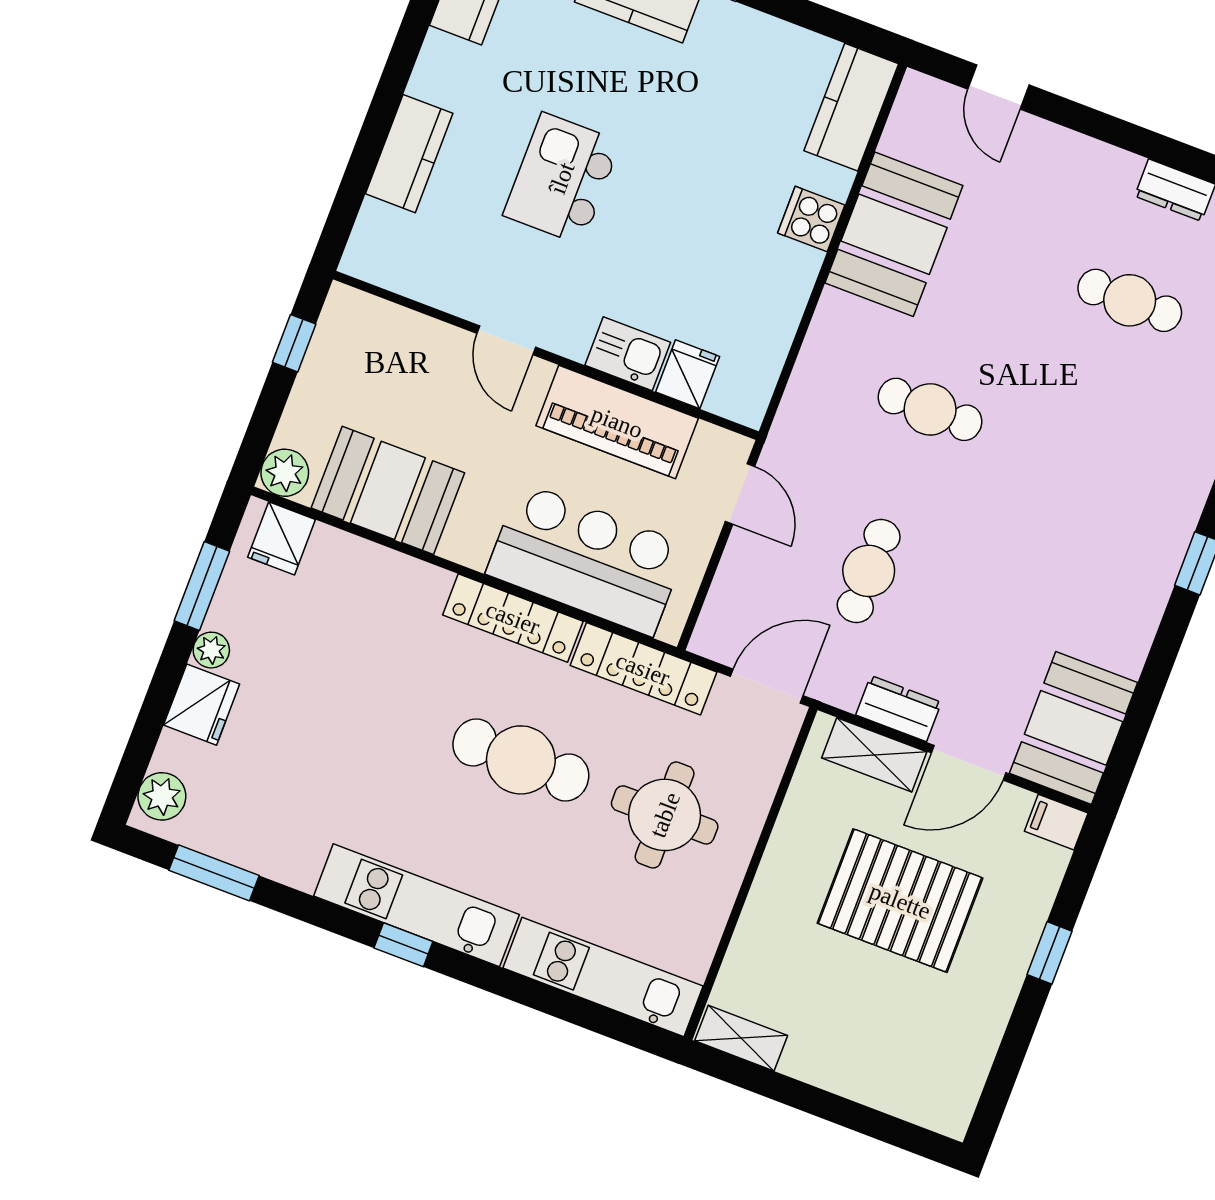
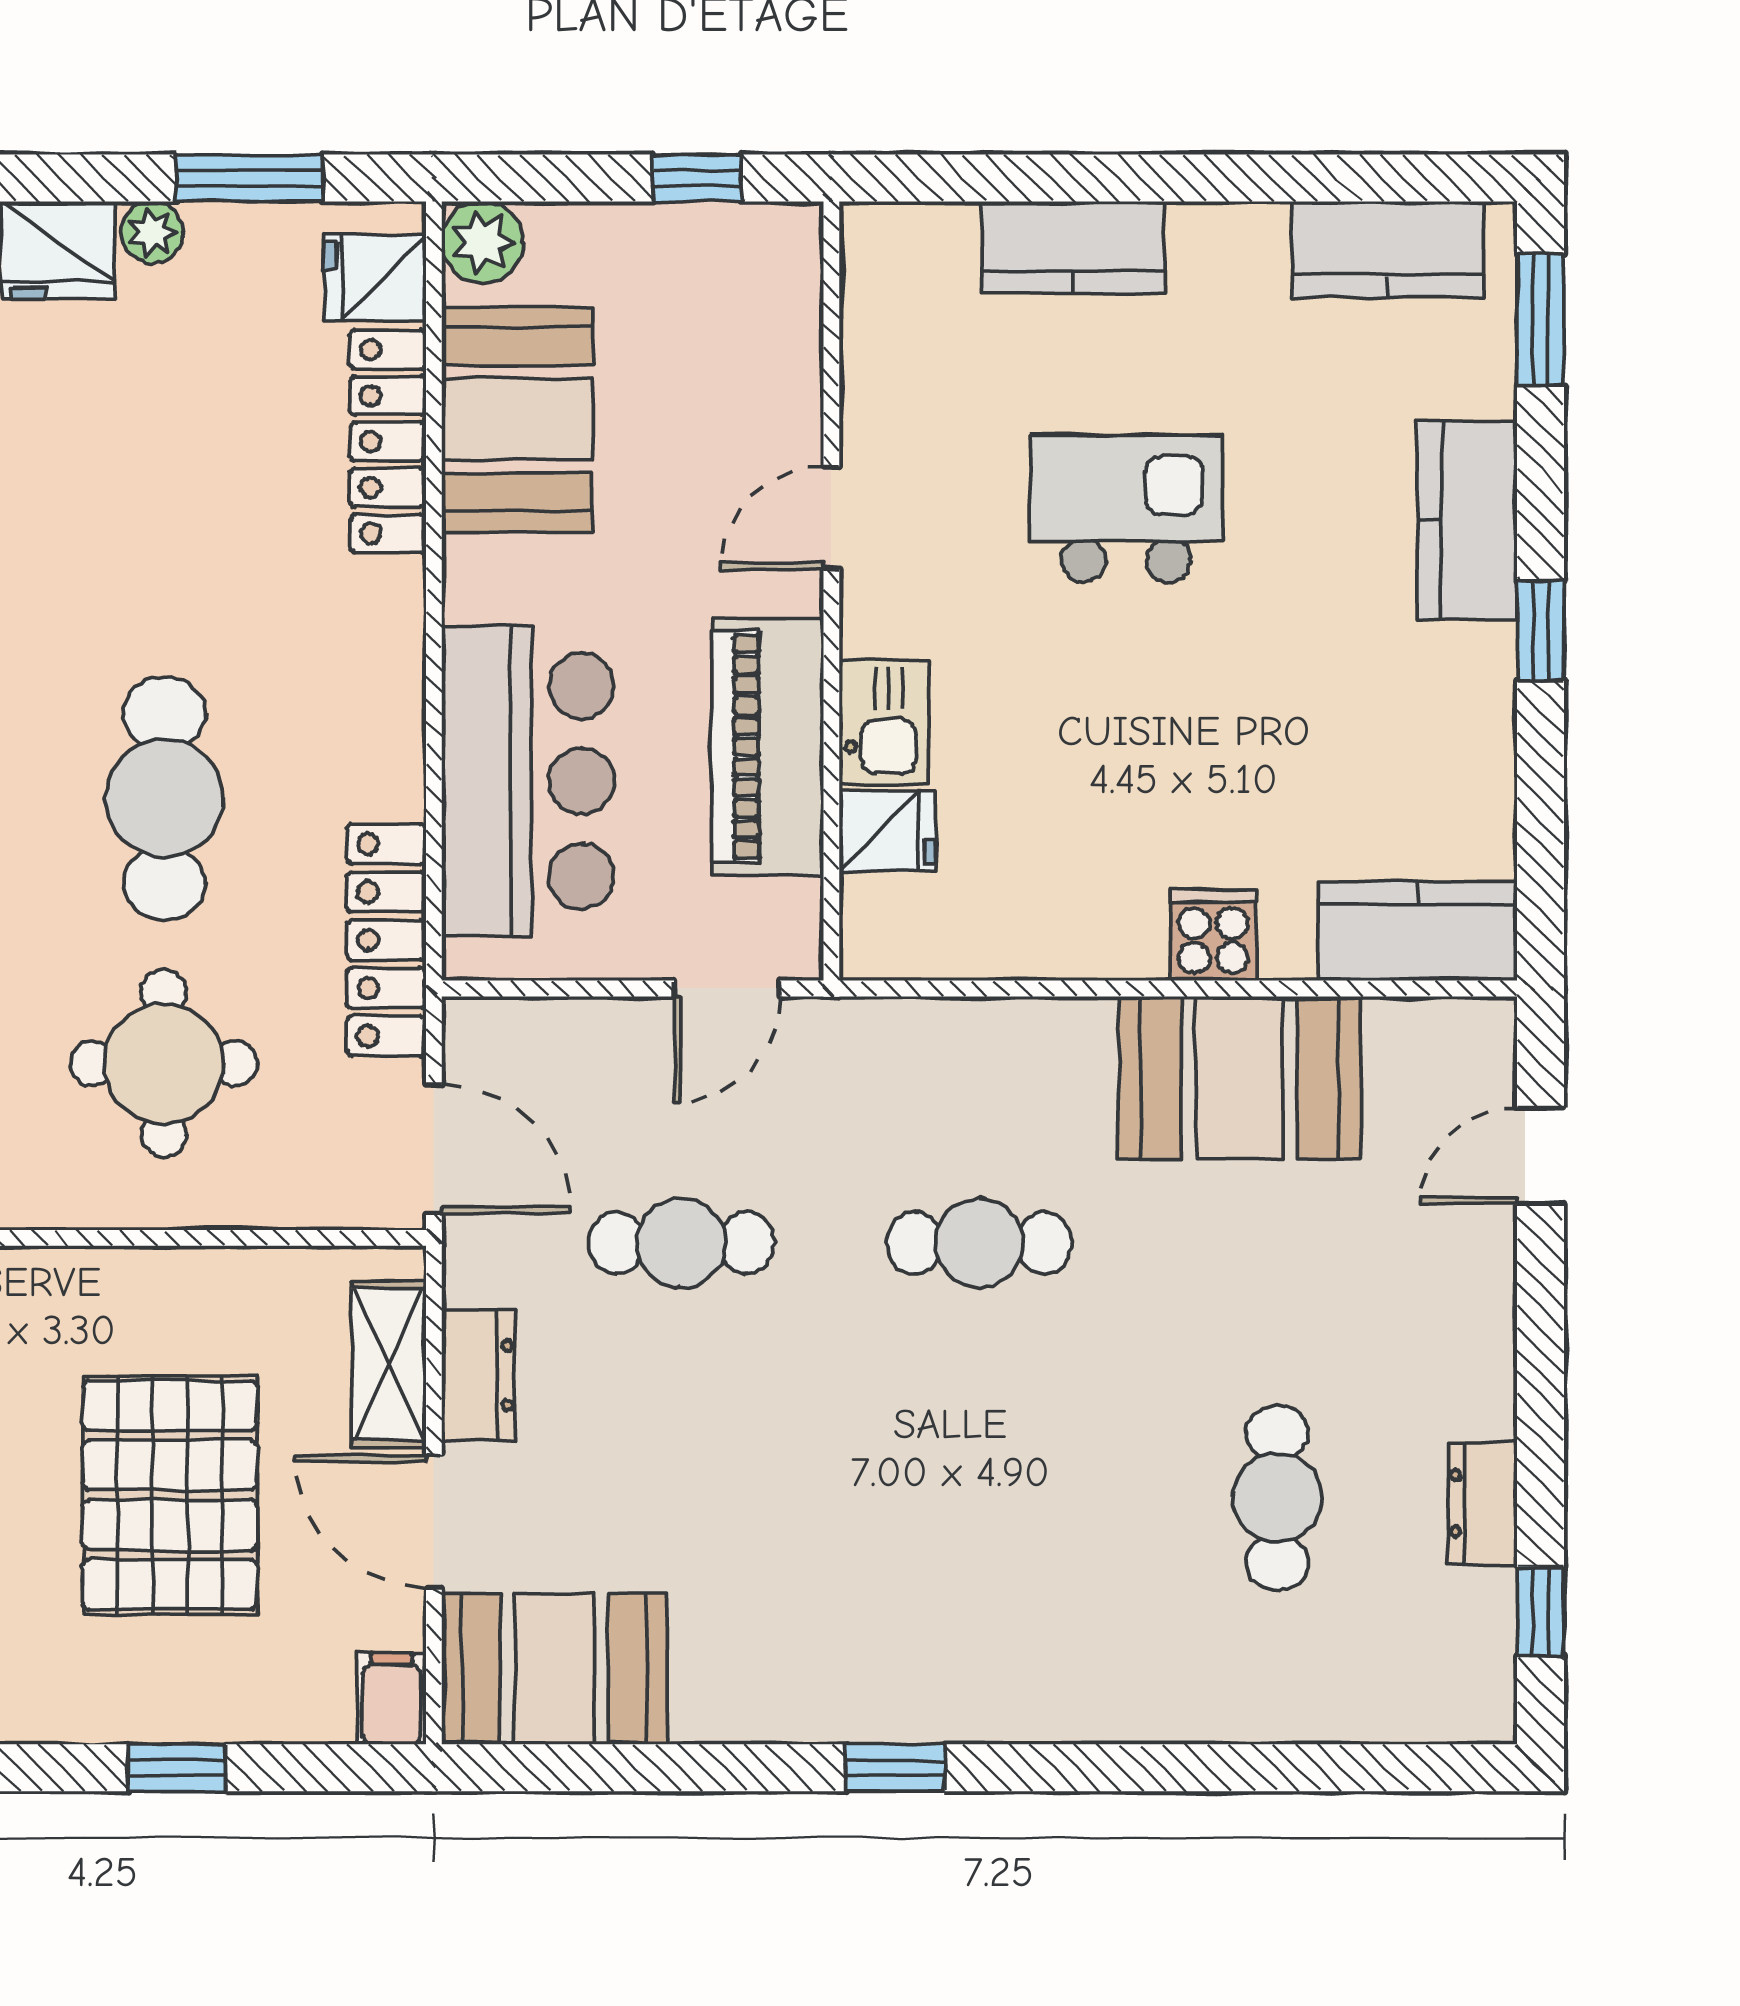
cafe table: (930, 409) -> (979, 1243), turned 90
locker: (513, 618) -> (388, 442), moved

